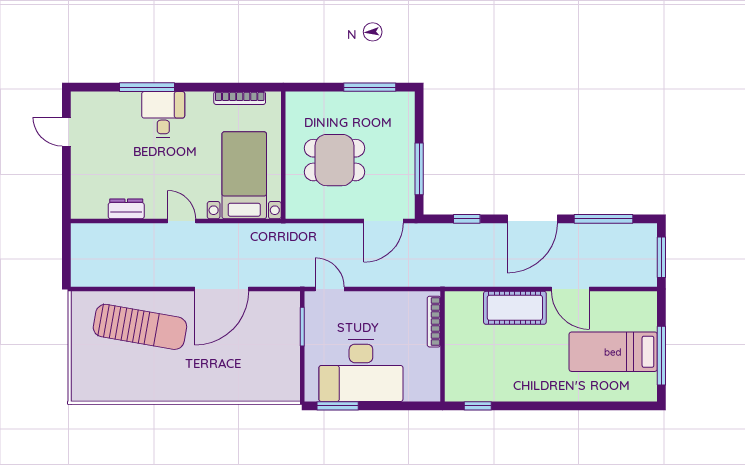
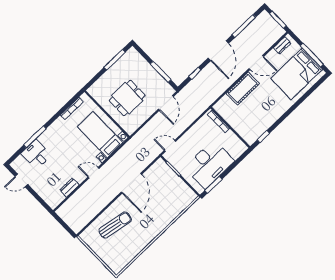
desk: (163, 114) -> (36, 154), moved
dresser: (632, 300) -> (282, 45), added
sun lounger: (140, 327) -> (115, 225), width x0.73, depth x0.75
bed: (613, 352) -> (297, 74), width x1.50

